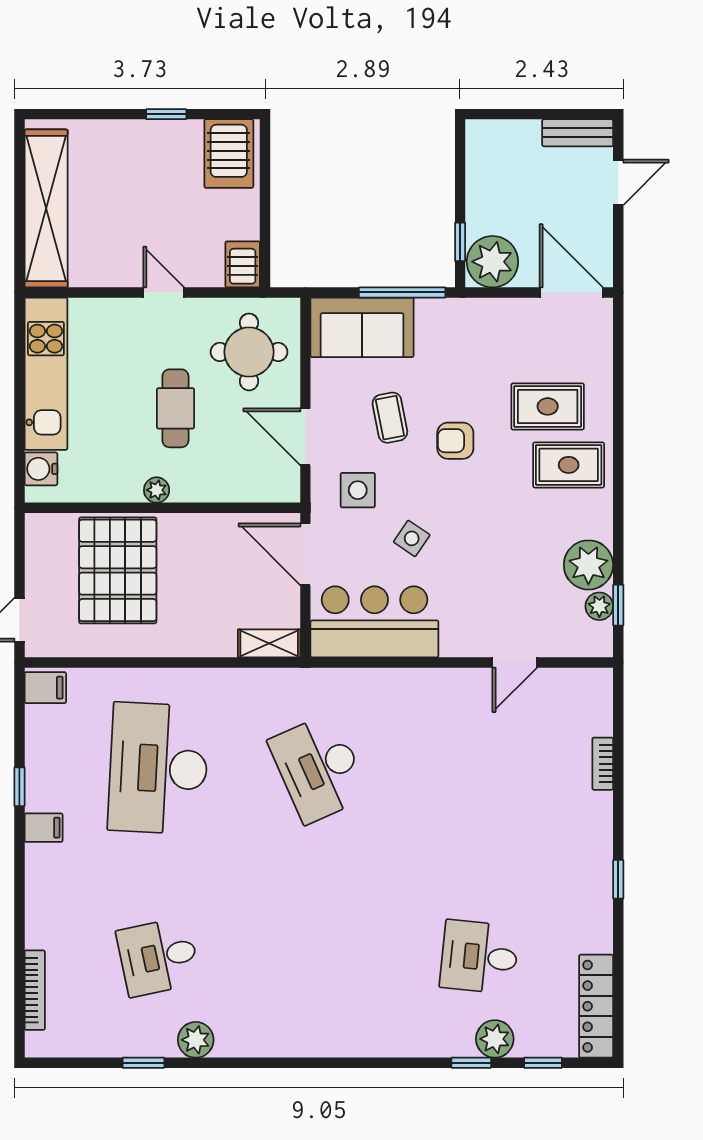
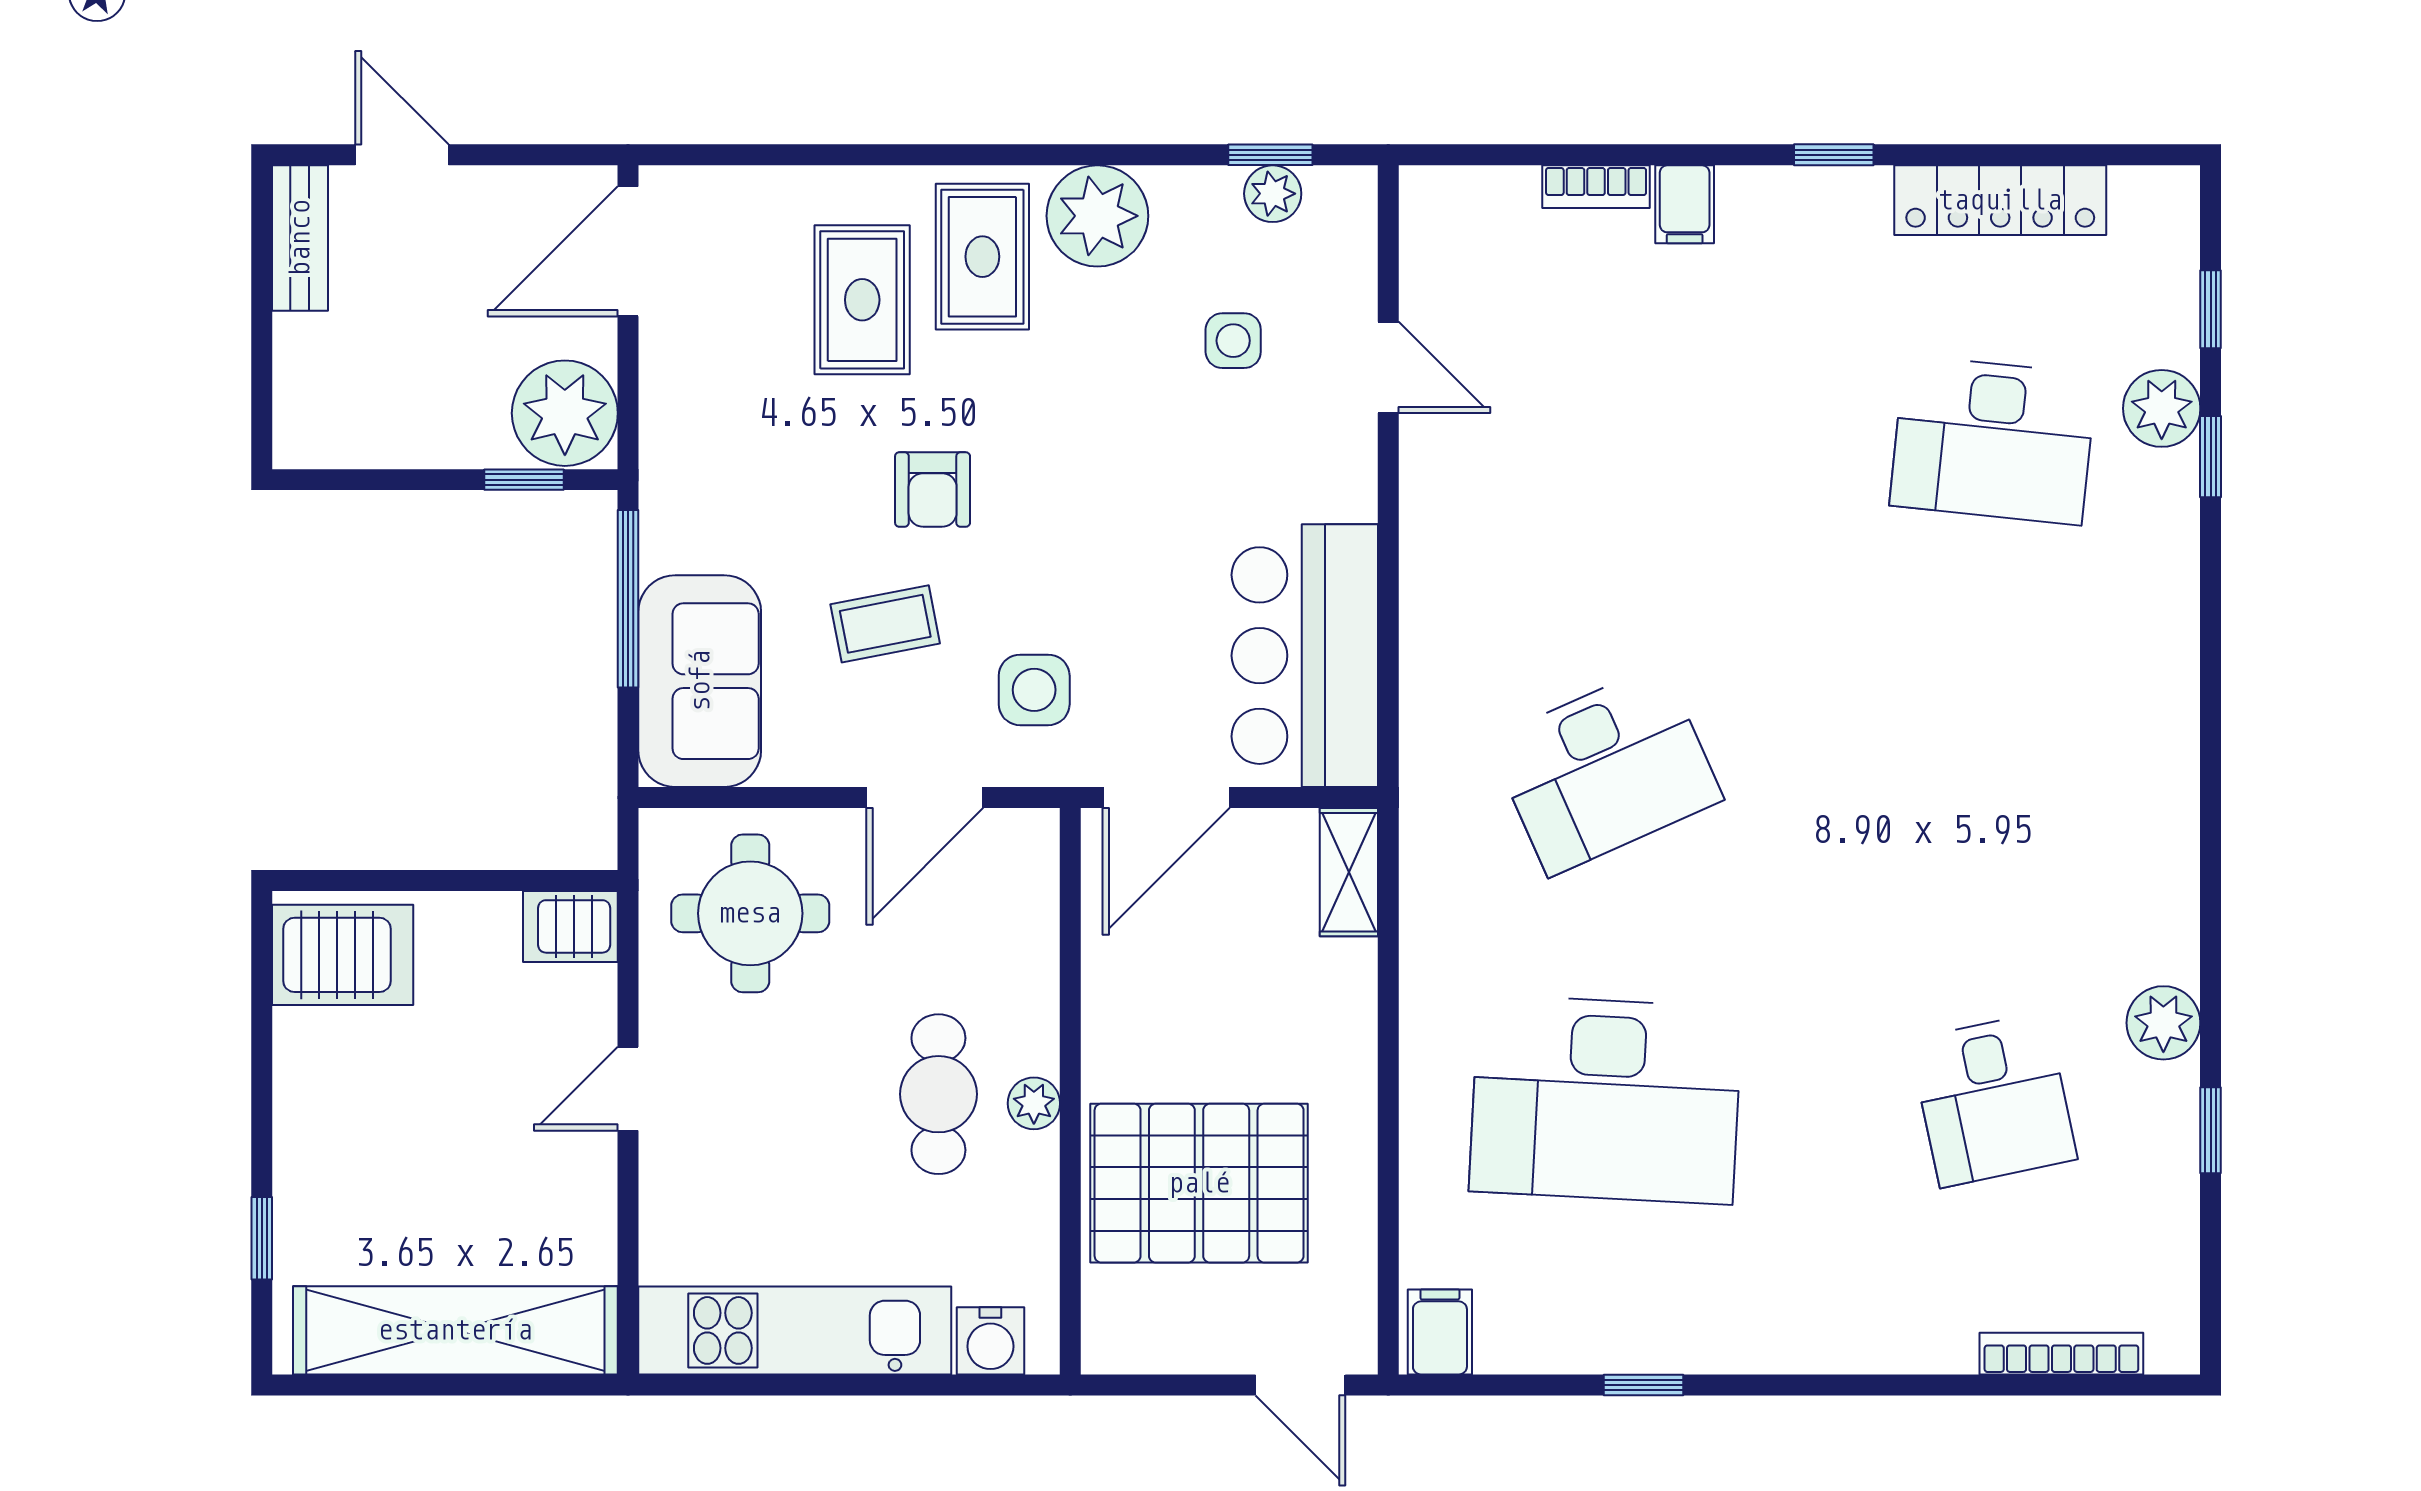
window: (166, 114) -> (262, 1238), moved
cafe table: (175, 408) -> (938, 1094), moved, turned 90
side table: (412, 538) -> (1233, 341), moved, turned -34
plant: (588, 565) -> (1097, 216), moved
filing cabinet: (44, 828) -> (1685, 204), moved, turned 180
desk: (479, 957) -> (1993, 440), width x1.37
locker: (596, 1006) -> (2000, 200), moved

